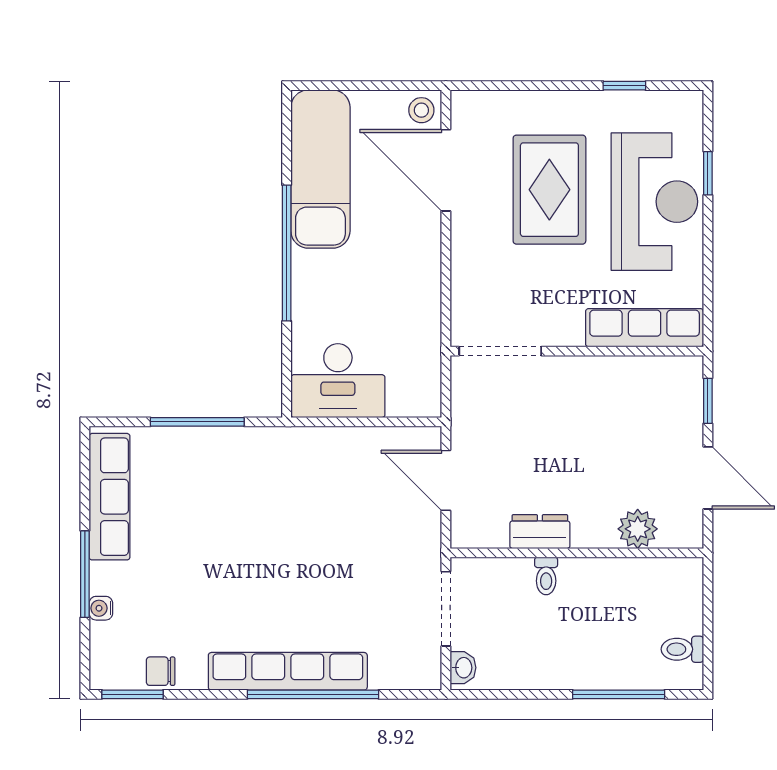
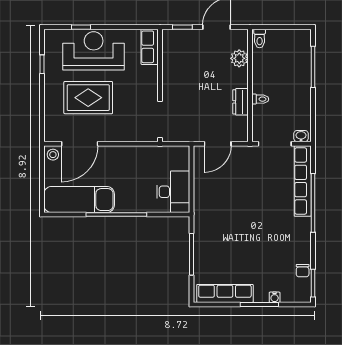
row of seats: (645, 328) -> (150, 47), width x0.68
toilet: (682, 649) -> (260, 38), moved
row of seats: (288, 671) -> (303, 181), moved

